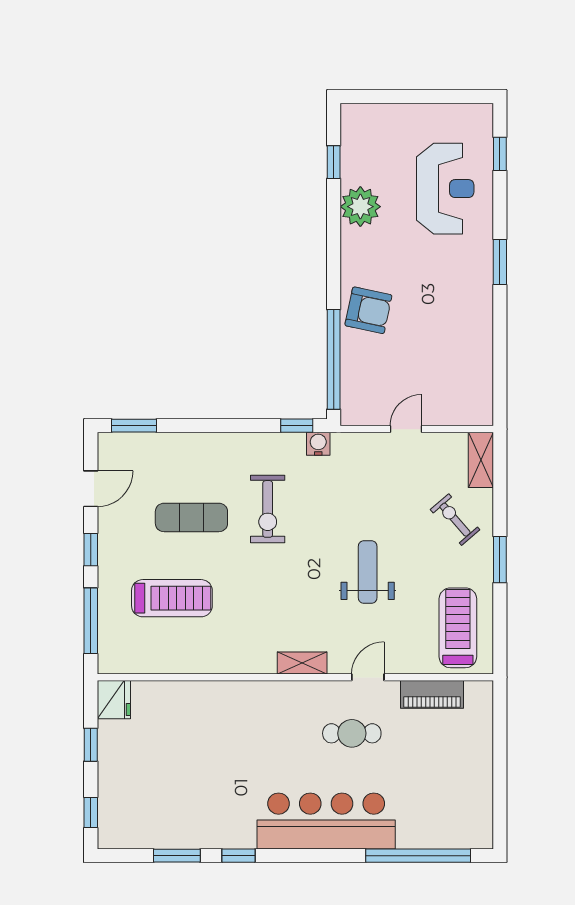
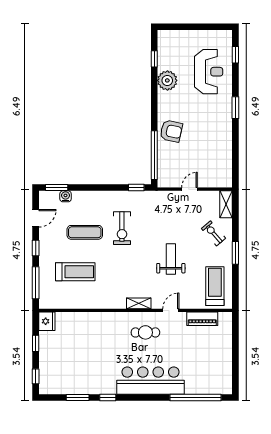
water cooler: (318, 444) -> (66, 196), moved
cafe table: (352, 733) -> (145, 332), moved

